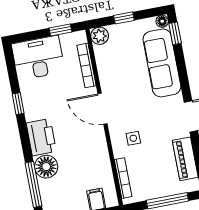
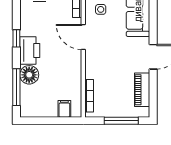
window: (18, 104) -> (16, 38), moved
side table: (133, 138) -> (101, 9), moved

